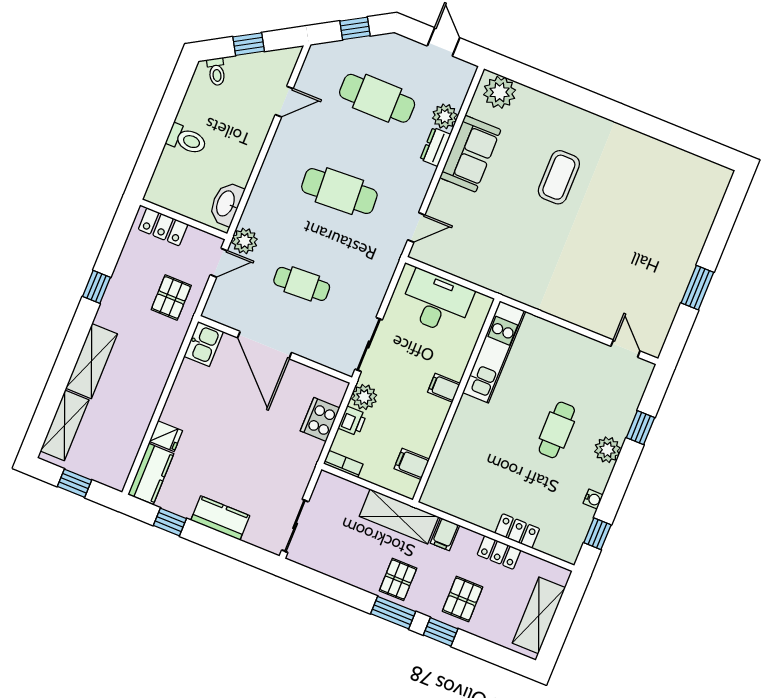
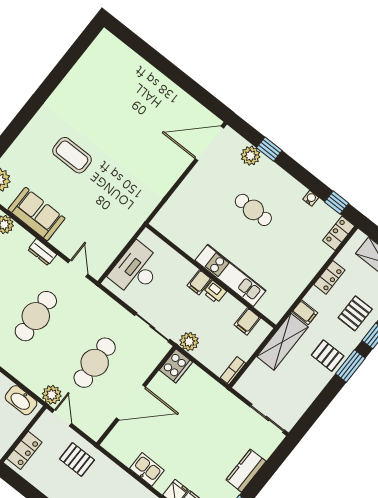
dresser: (435, 147) -> (42, 252), moved
cafe table: (302, 284) -> (95, 363), width x1.37, depth x1.35
window: (697, 288) -> (181, 79), removed
kitchen sink: (204, 344) -> (147, 469), moved
door: (625, 349) -> (209, 143), width x1.88
kitchen unit: (494, 352) -> (231, 275), moved
cooker: (320, 419) -> (176, 366), moved, turned -90
printer: (352, 421) -> (215, 292), moved, turned 180
plant: (607, 450) -> (251, 156), moved
locker: (517, 531) -> (339, 233), moved
pallet: (463, 599) -> (355, 313), turned 90

